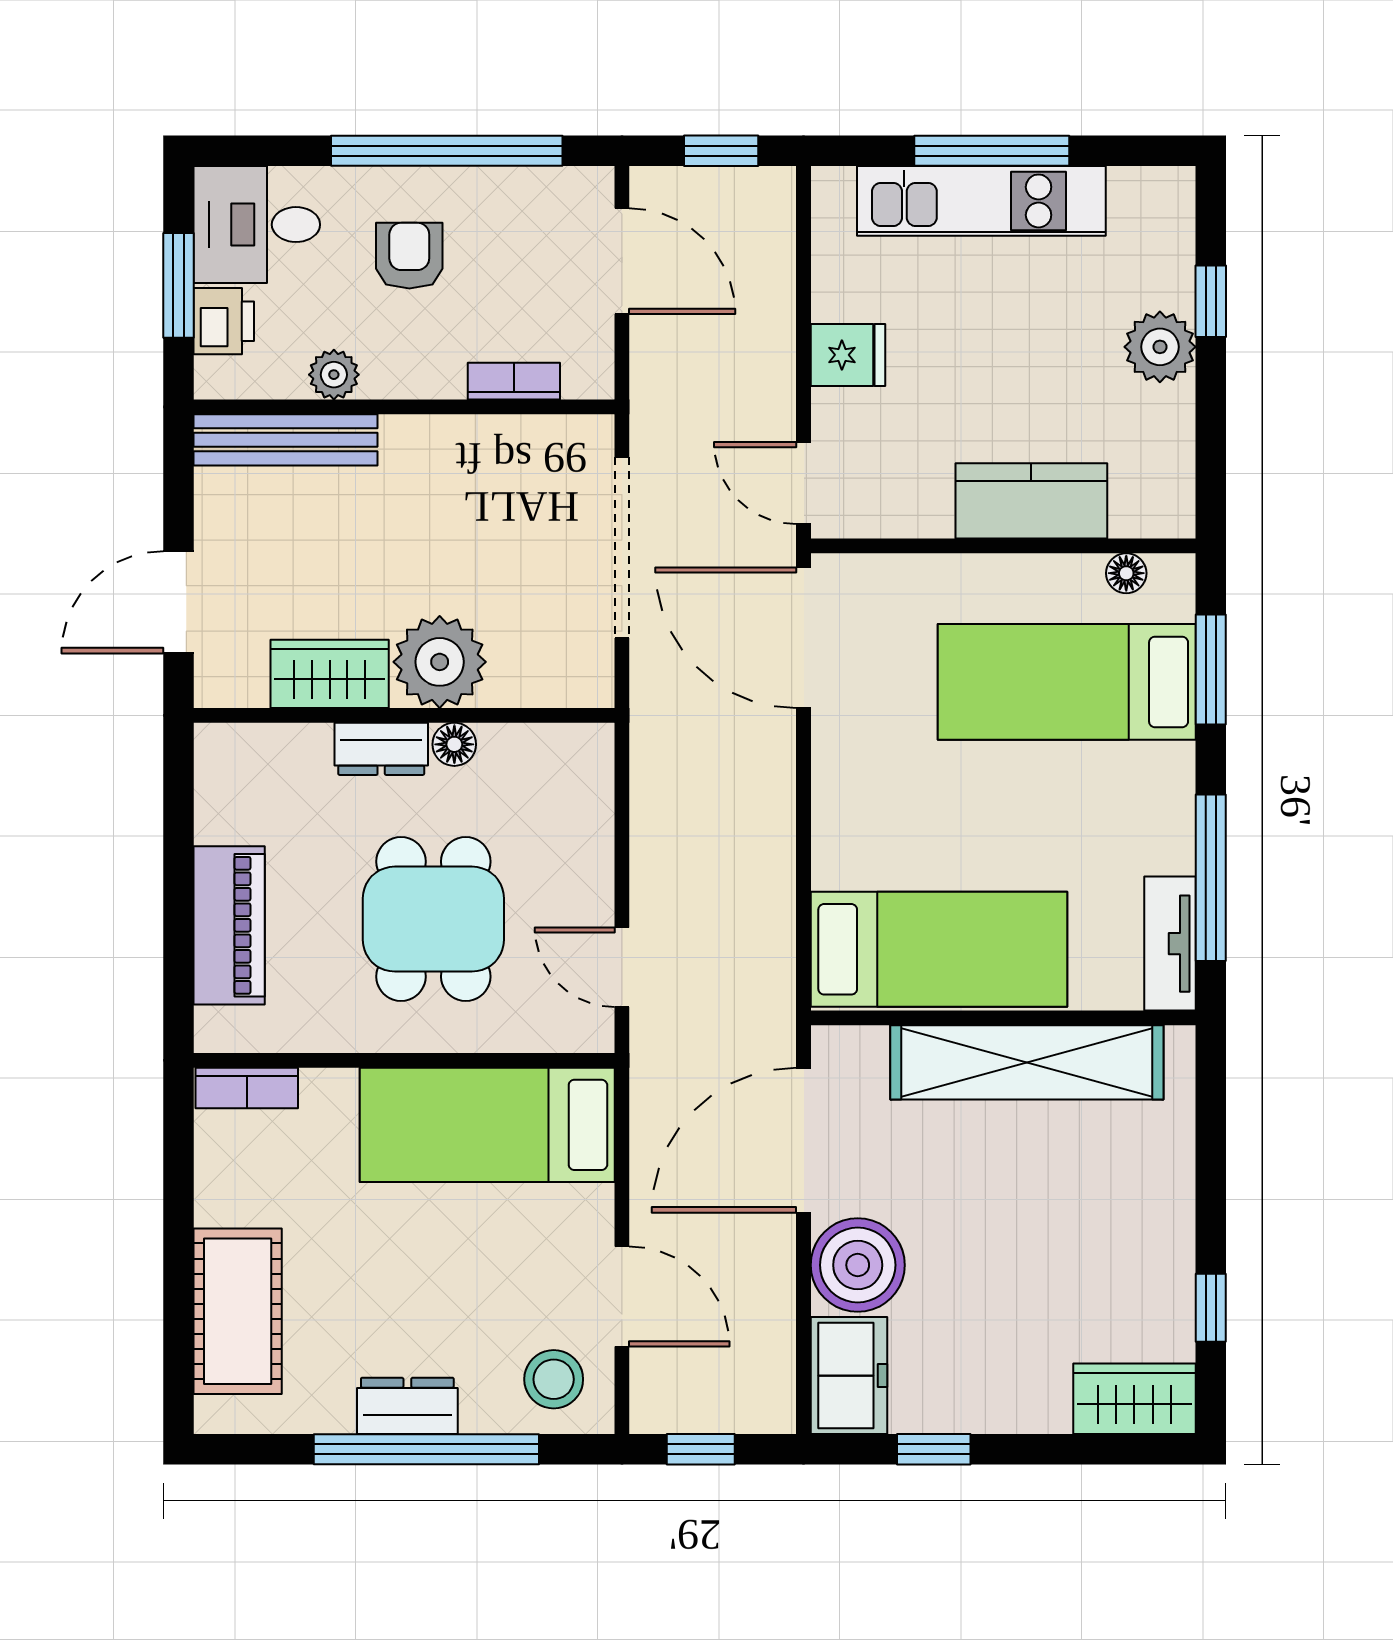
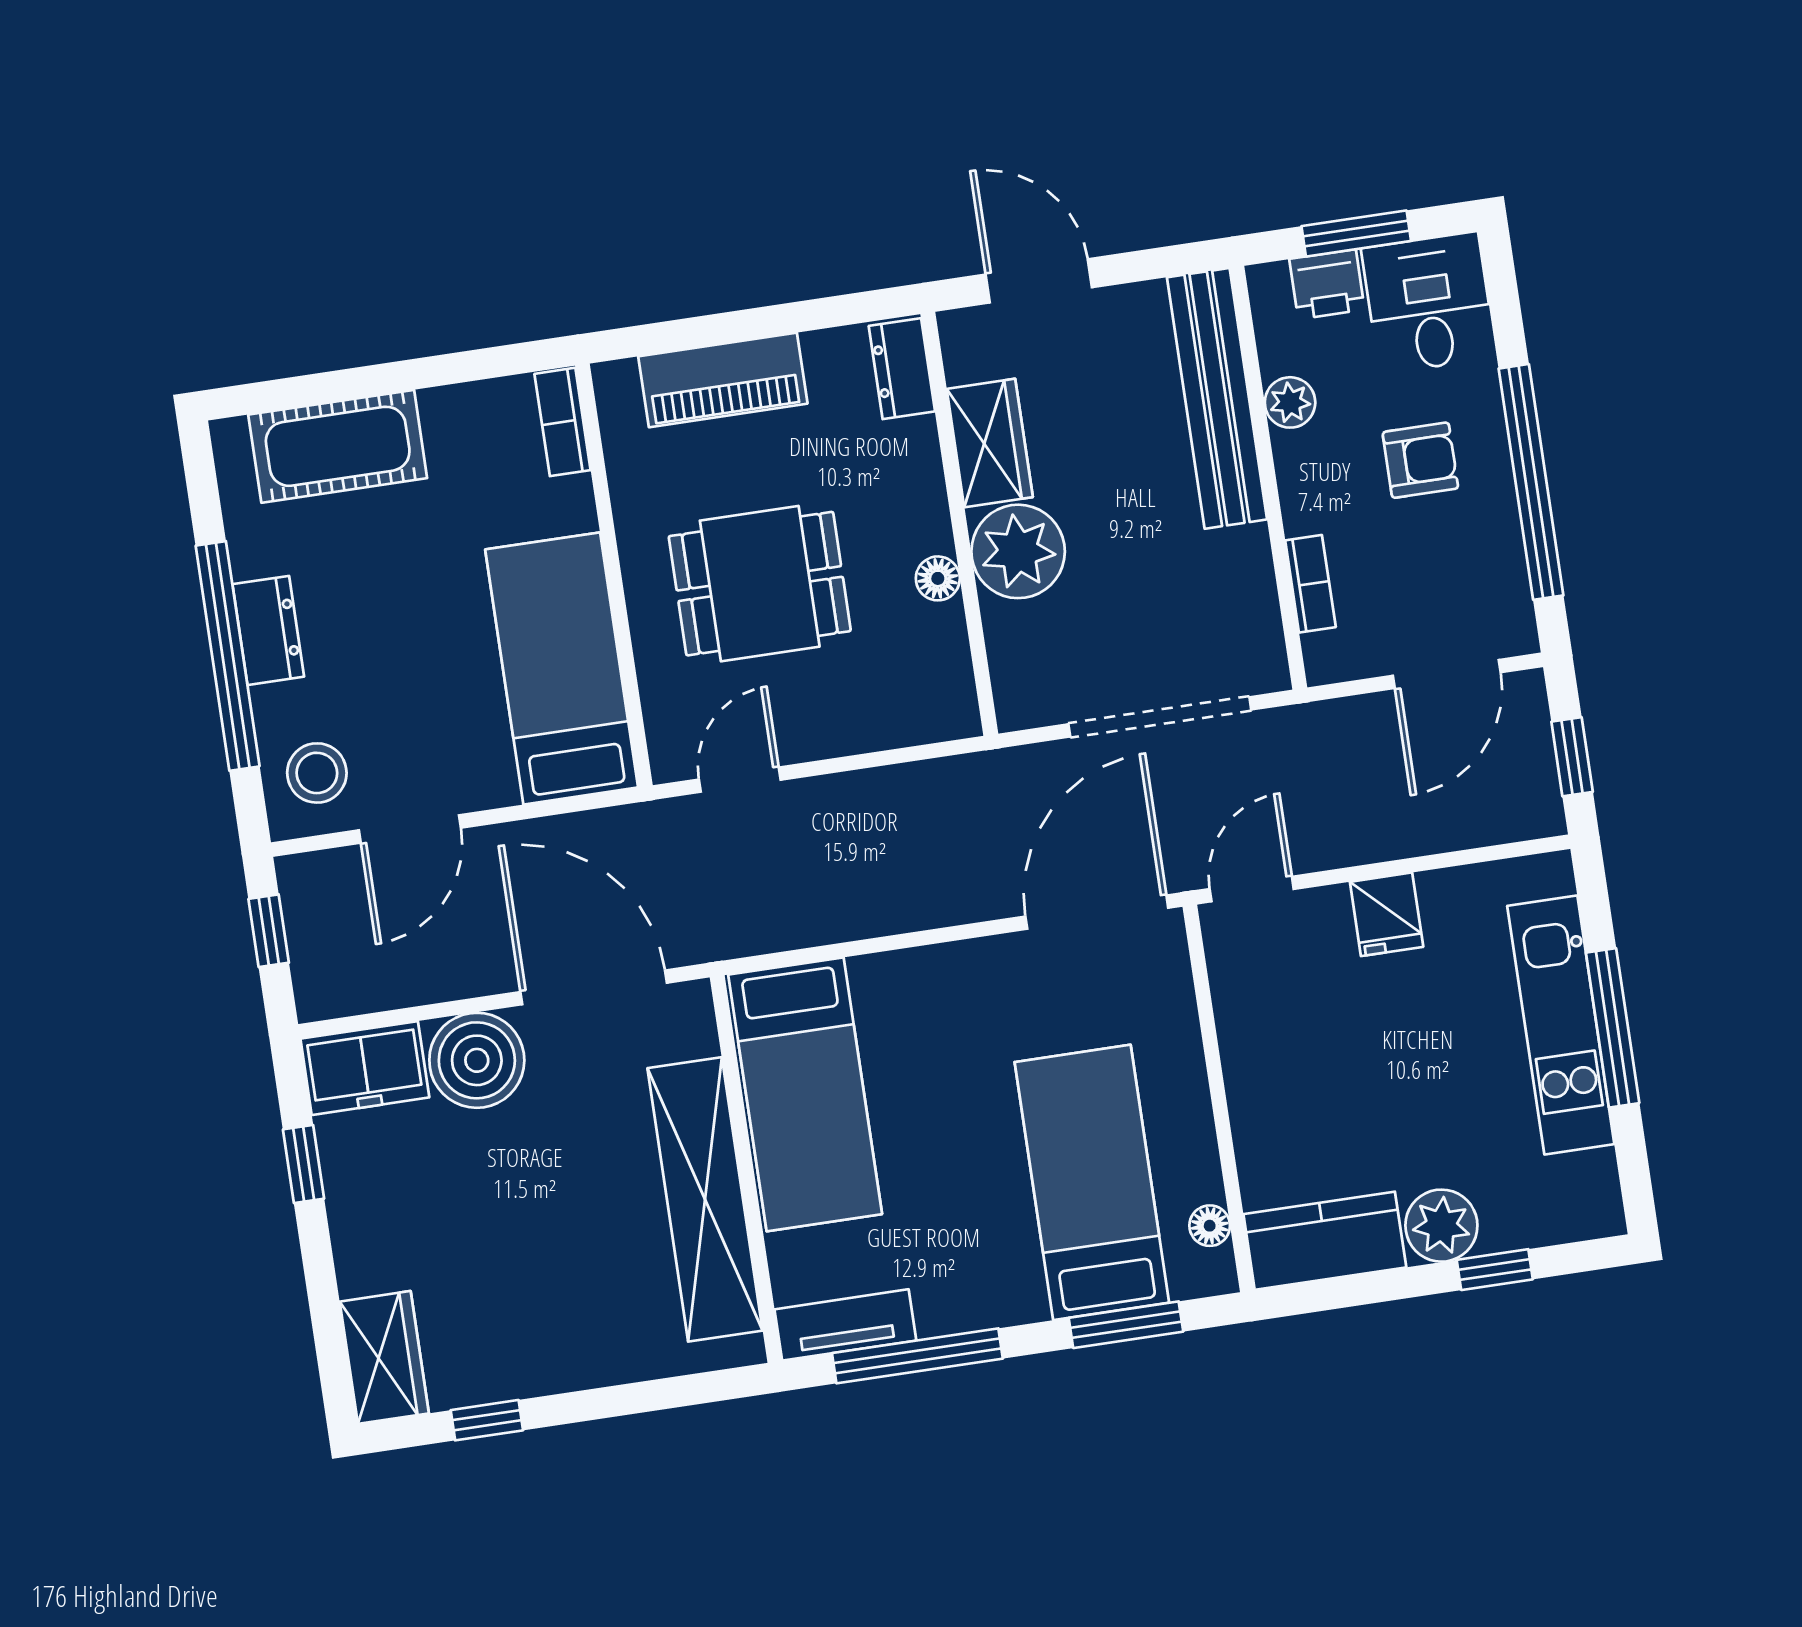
bench: (285, 440) -> (1217, 398), width x1.37, depth x1.21
kitchen counter: (1031, 501) -> (1325, 1241), moved, turned -90
dresser: (381, 749) -> (902, 369), moved

